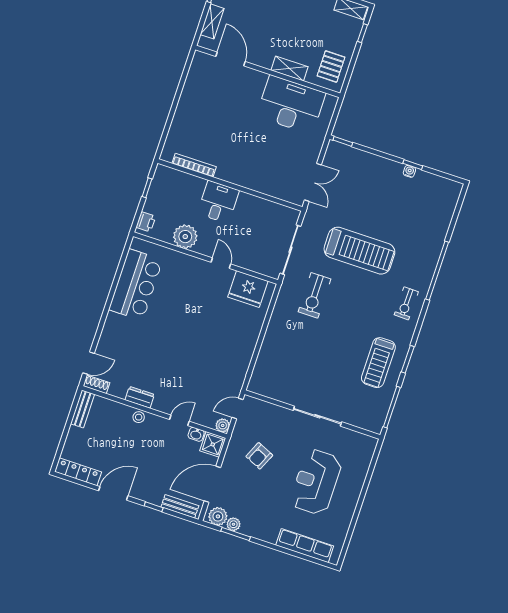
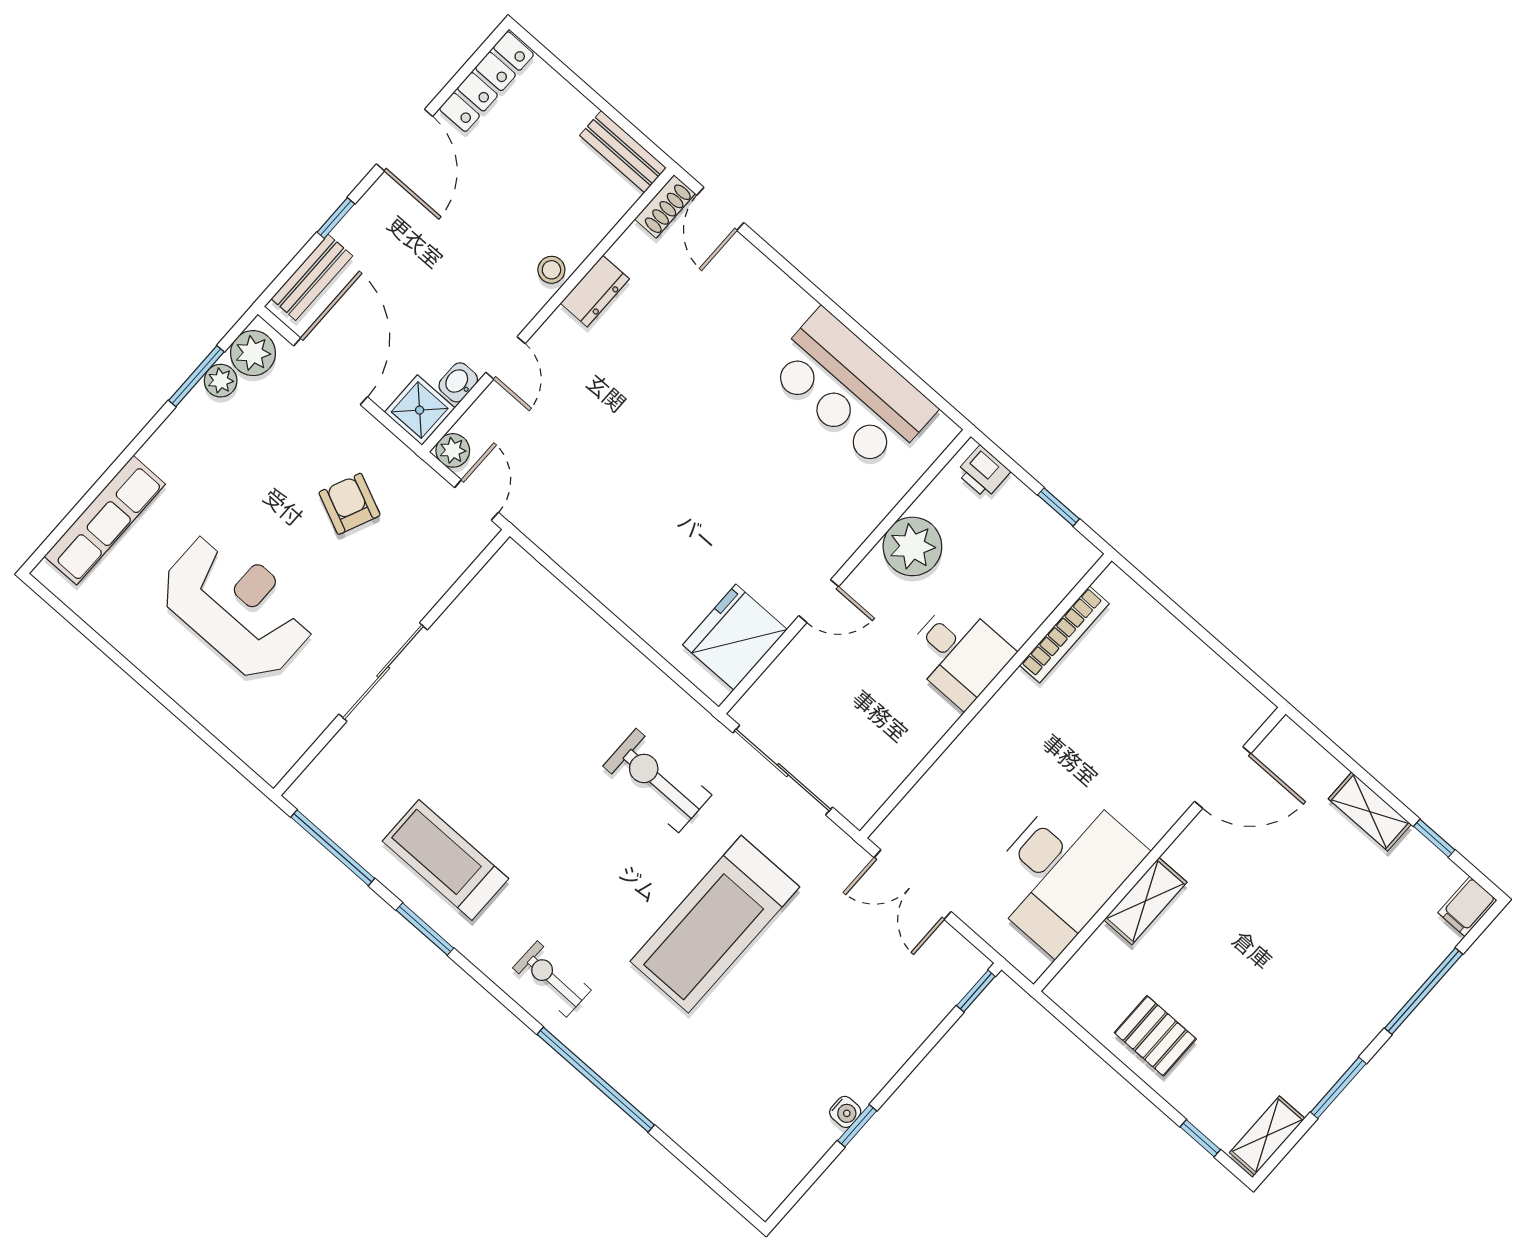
door: (230, 59) -> (1223, 777), moved
shelving: (290, 69) -> (1145, 901), moved
wall: (268, 71) -> (1160, 849), moved
desk: (291, 105) -> (1063, 870), moved

